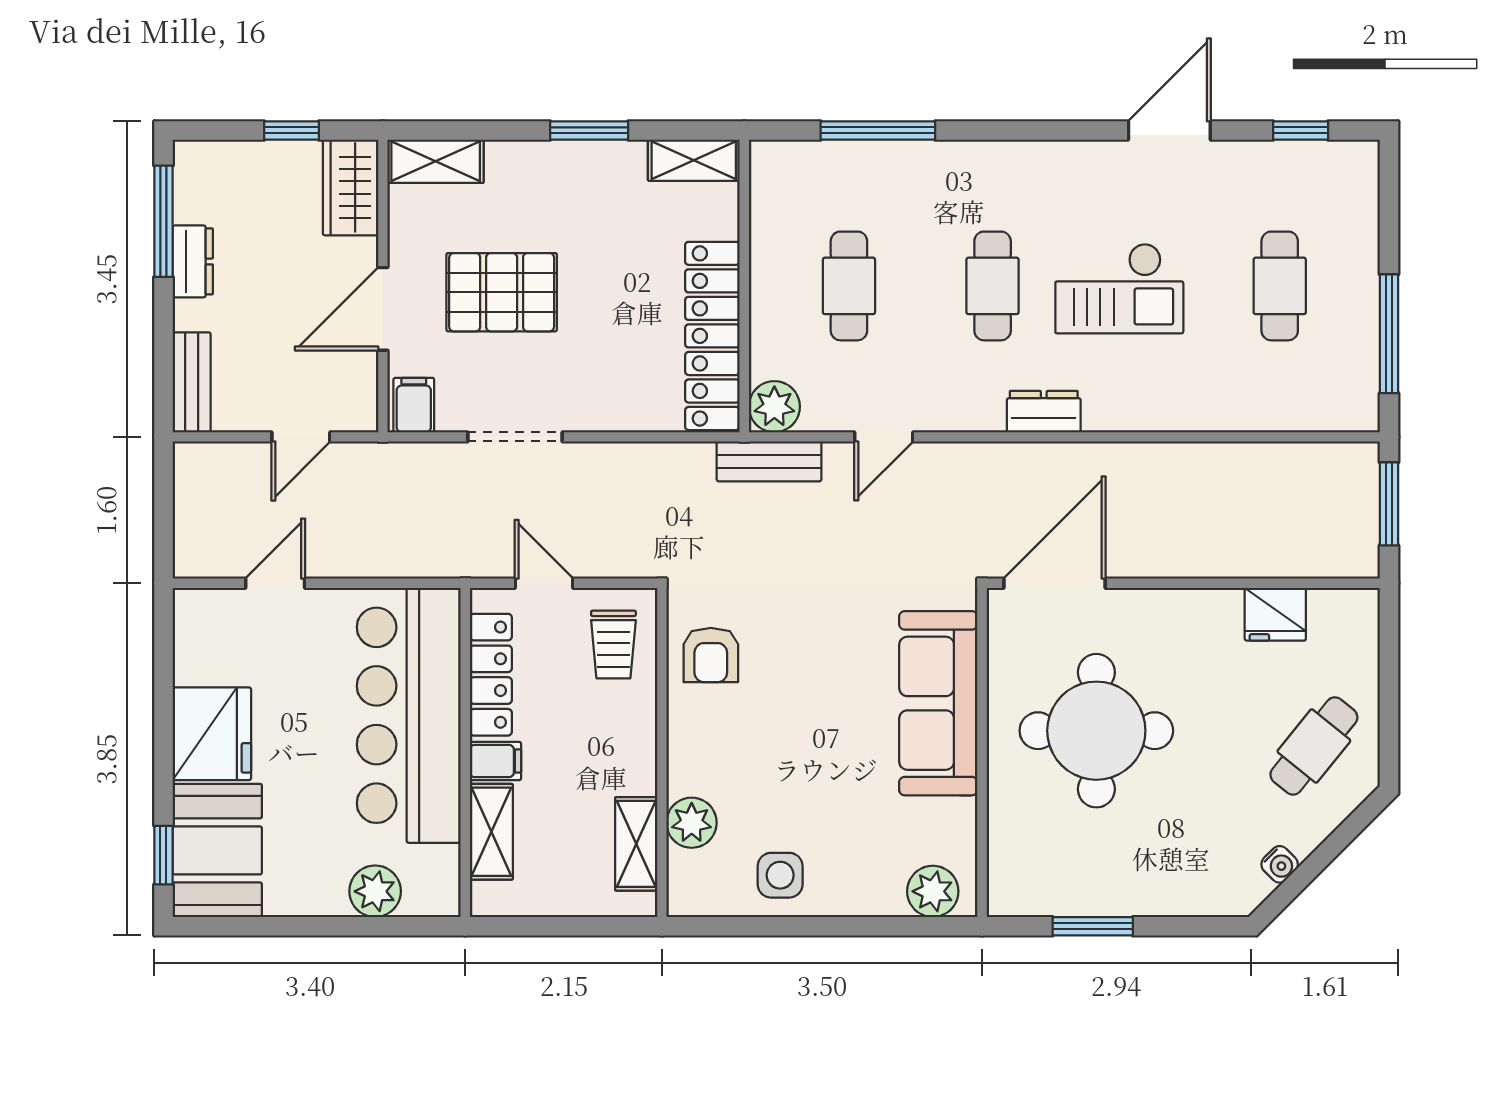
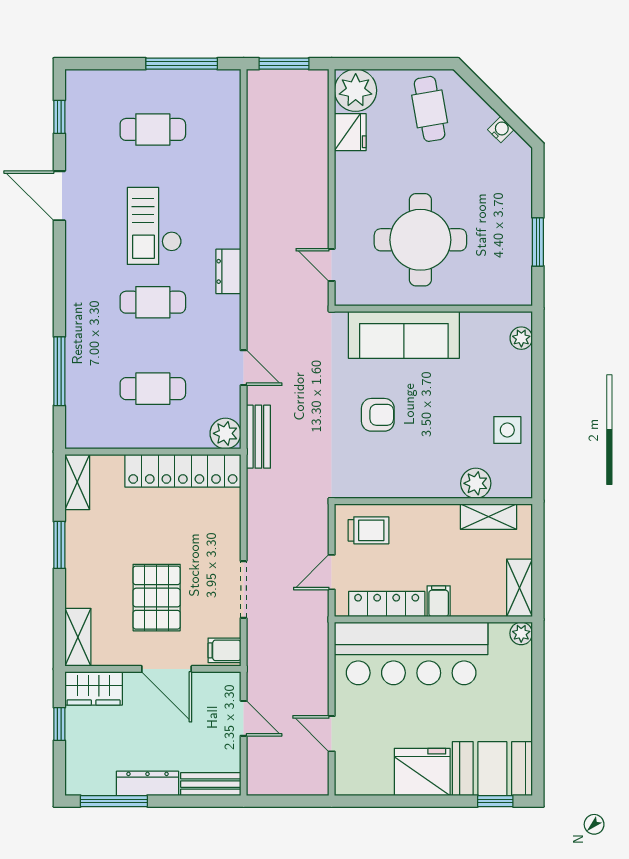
dresser: (193, 261) -> (147, 783), width x1.44
checkout: (1119, 288) -> (154, 226), turned 180
door: (1055, 583) -> (332, 265), width x0.53
plant: (1345, 623) -> (356, 90), added
armchair: (711, 655) -> (378, 415), moved
cafe table: (1314, 746) -> (430, 109), turned 41
shelving: (491, 832) -> (520, 588), moved, turned 90
plant: (375, 891) -> (521, 633), moved, width x0.73, depth x0.73
plant: (933, 891) -> (521, 338), width x0.73, depth x0.73

